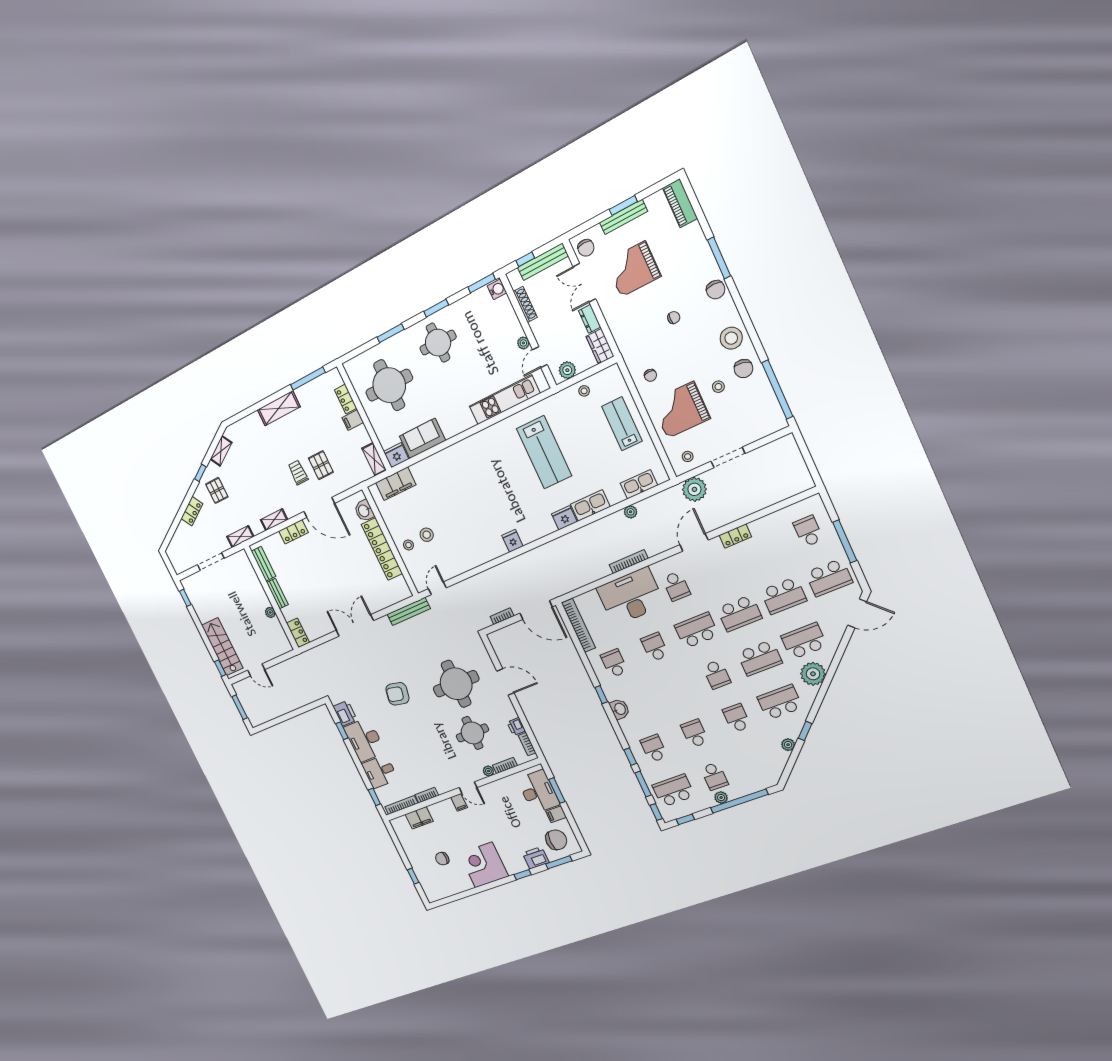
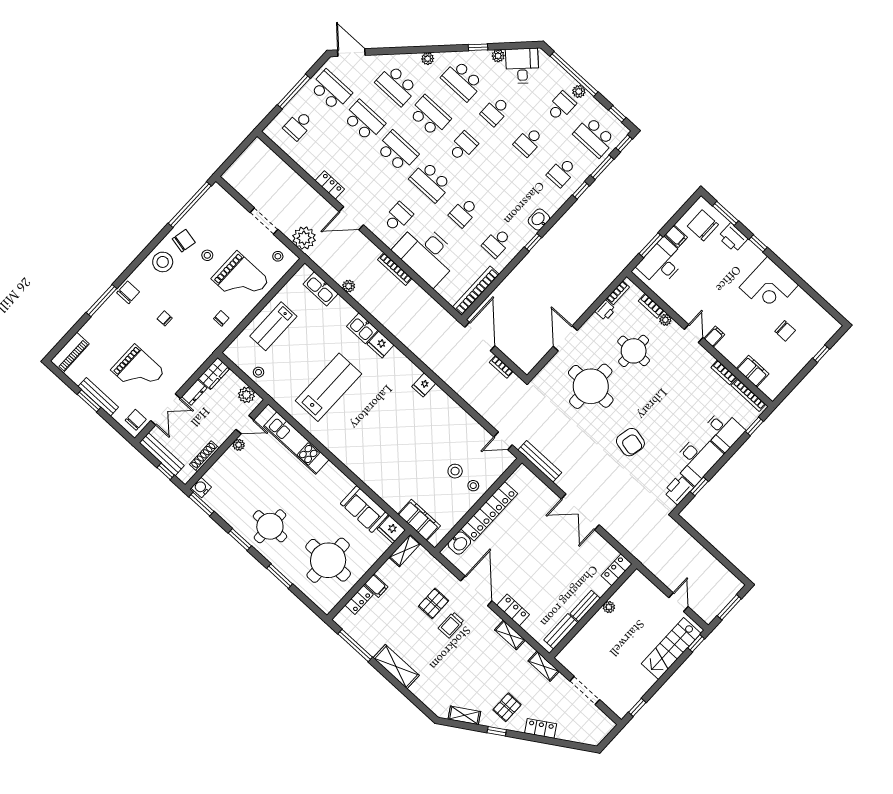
kitchen sink: (590, 506) -> (362, 328), width x0.73
plant: (813, 674) -> (428, 59), width x0.53, depth x0.53
desk: (768, 761) -> (522, 66), added

